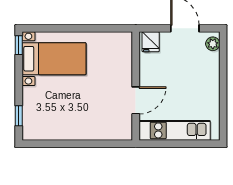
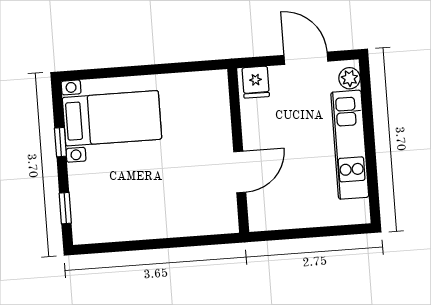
window: (19, 45) -> (60, 142), moved
kitchen unit: (175, 130) -> (350, 145), moved, turned -90

